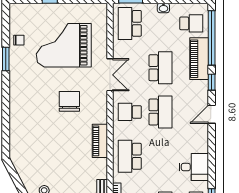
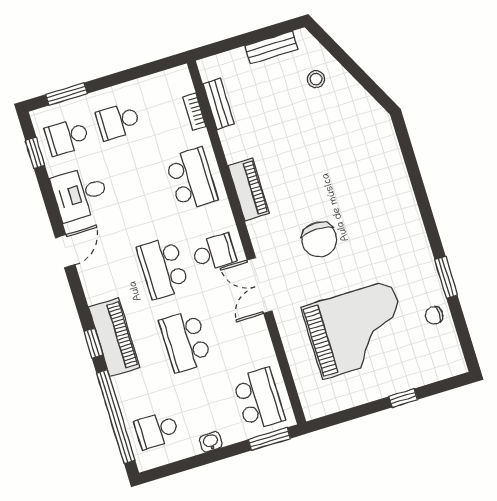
piano: (199, 59) -> (114, 337), moved
double door: (110, 75) -> (260, 285), moved
door: (212, 114) -> (65, 251), moved

